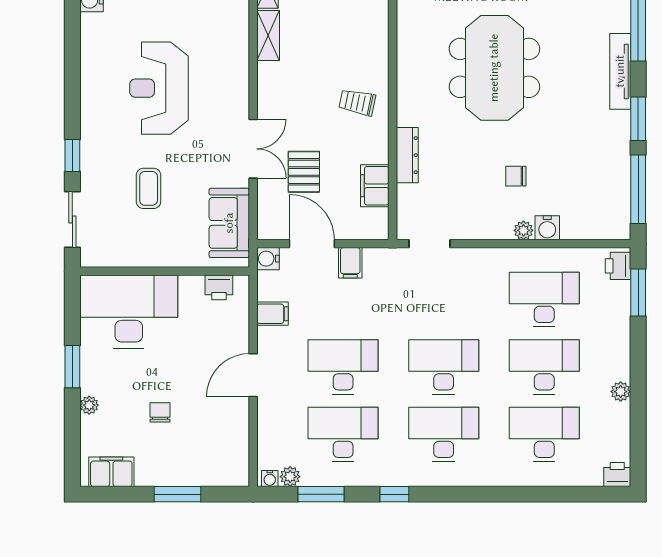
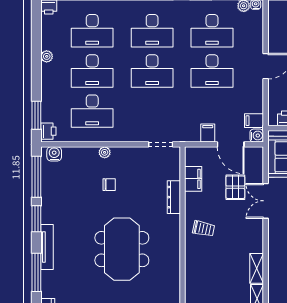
water cooler: (547, 228) -> (54, 154), moved
filing cabinet: (272, 314) -> (254, 121), moved

